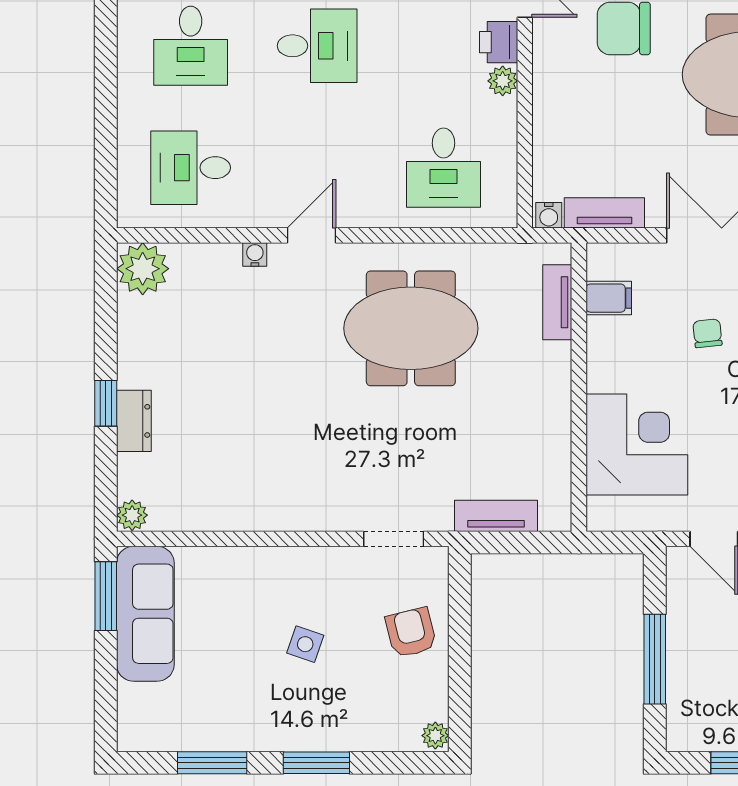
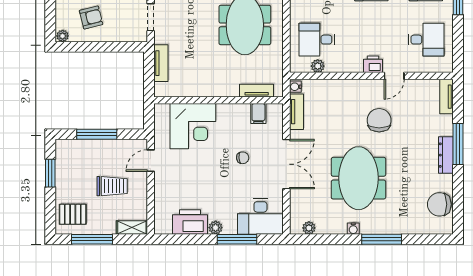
plant: (503, 81) -> (318, 66), moved
armchair: (411, 633) -> (91, 17), moved

